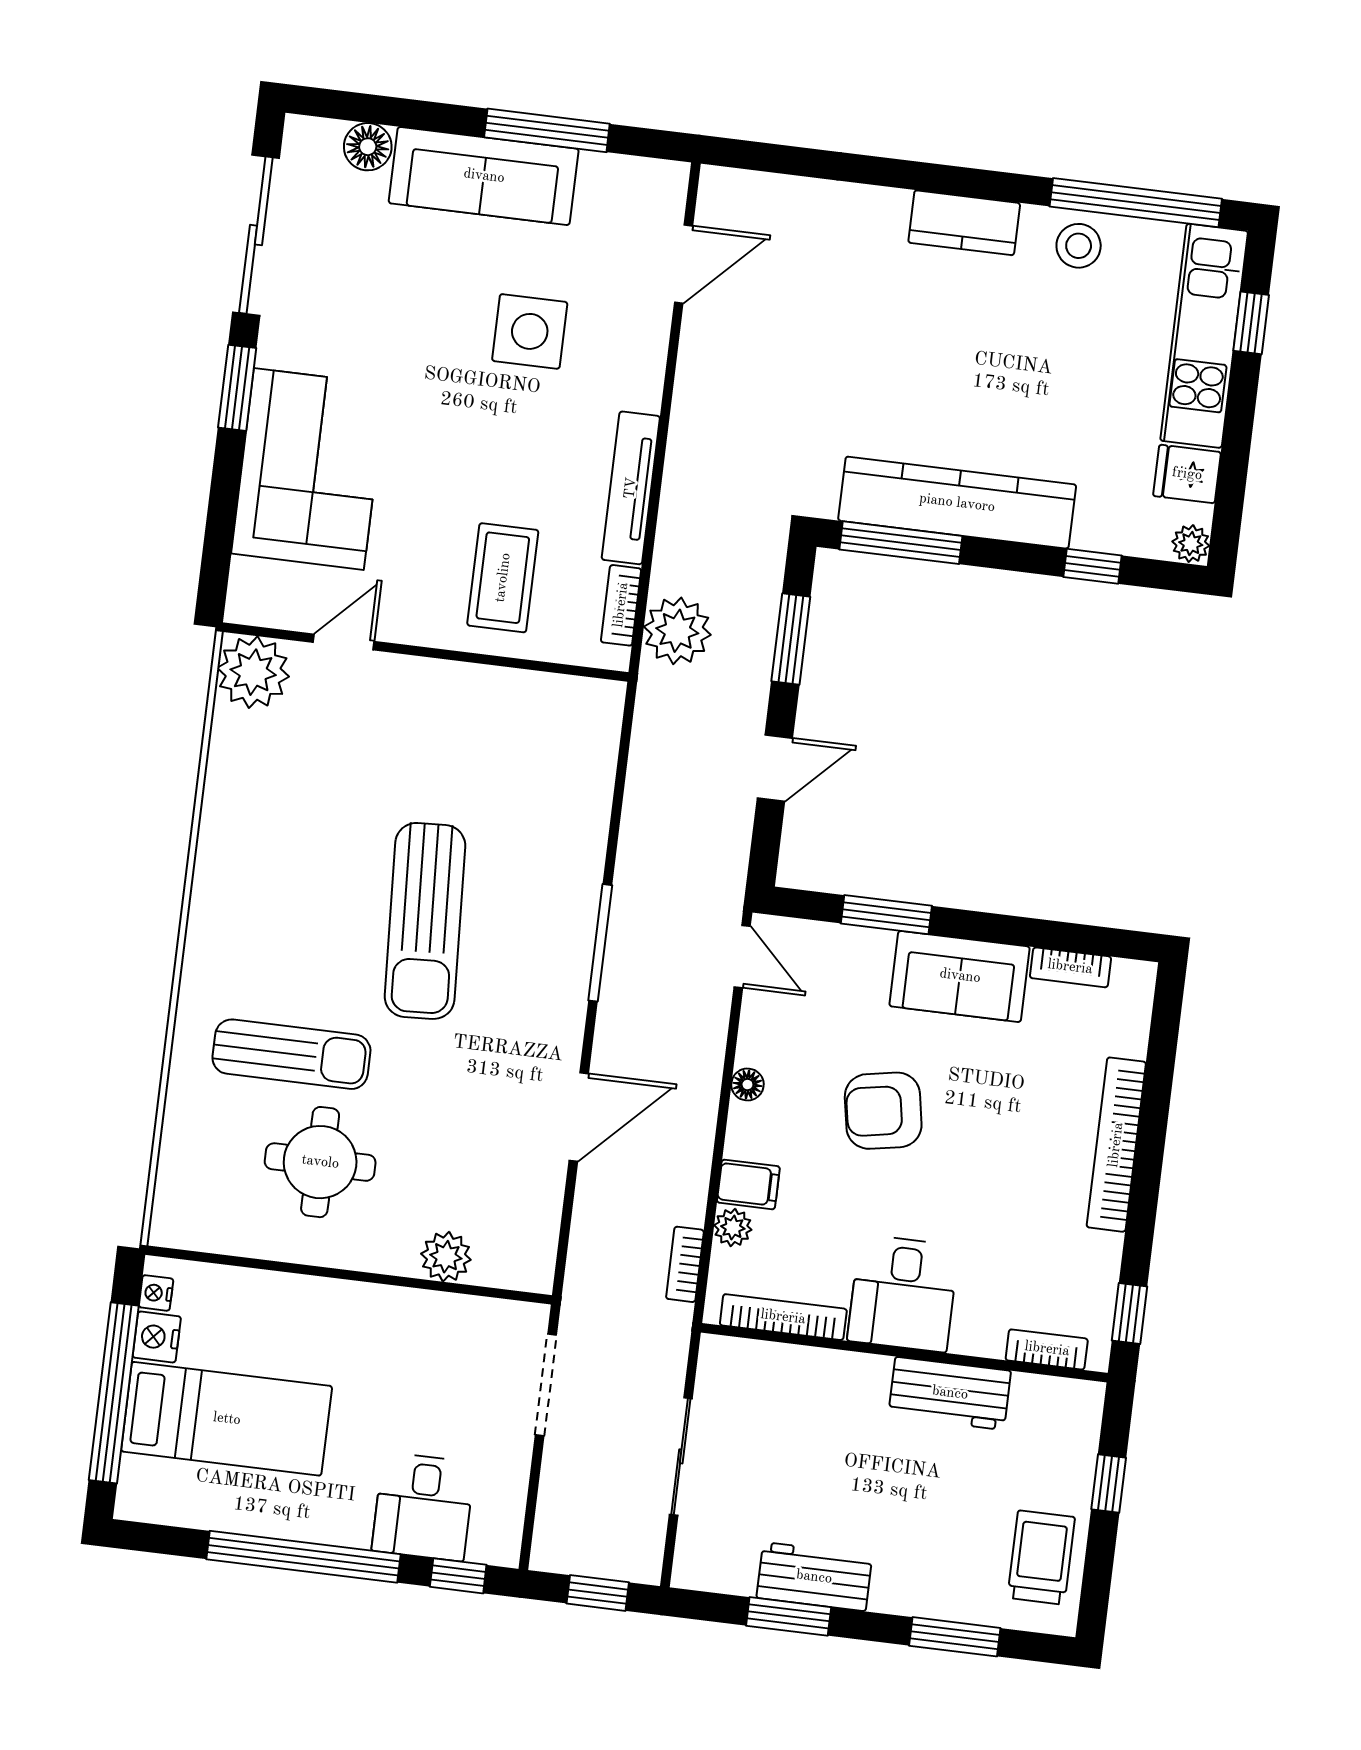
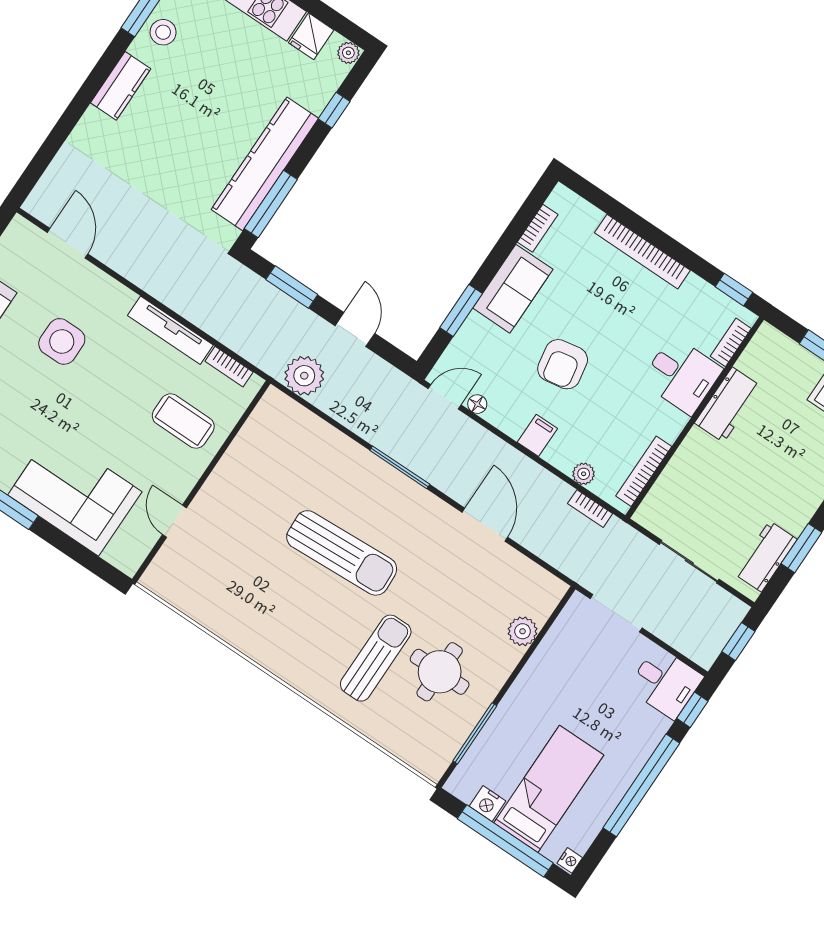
plant: (677, 631) -> (304, 376), moved
plant: (253, 672) -> (166, 576), removed
floor lamp: (747, 1085) -> (477, 404), moved
filing cabinet: (748, 1184) -> (537, 435), moved
window: (254, 1263) -> (475, 733), added
nightstand: (156, 1293) -> (570, 860), moved, turned -90
desk: (903, 1293) -> (682, 375), moved
desk: (423, 1507) -> (665, 683), moved
workbench: (814, 1577) -> (766, 556), moved

